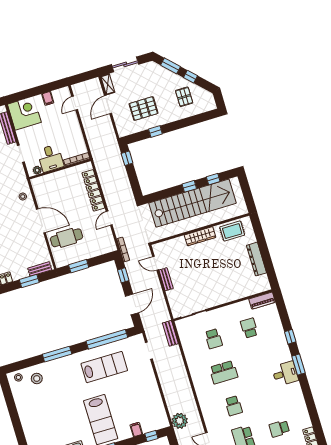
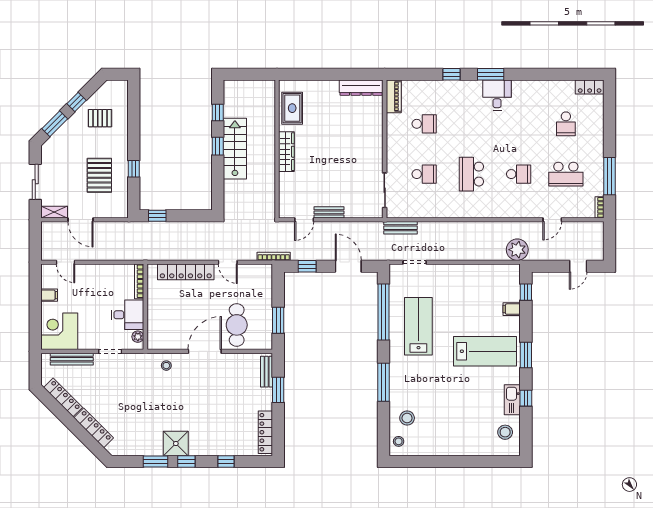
stairs: (192, 203) -> (235, 149), width x0.54, depth x0.66
dresser: (256, 259) -> (361, 88), moved
school desk: (249, 328) -> (424, 124), turned 180
school desk: (224, 372) -> (471, 174), turned 180

